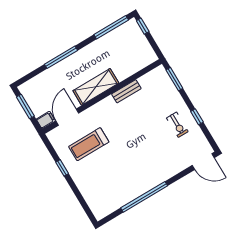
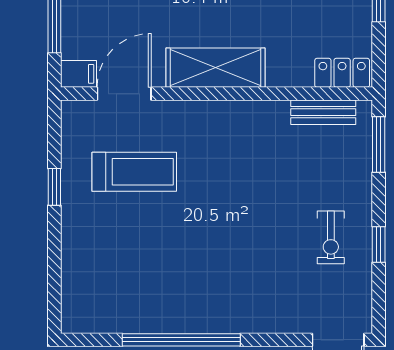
locker: (145, 60) -> (342, 73), added
bench: (126, 91) -> (323, 112), moved
treadmill: (89, 144) -> (134, 172), turned 180

